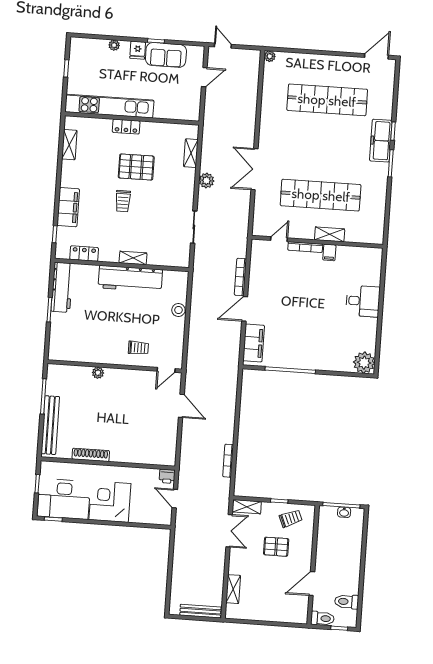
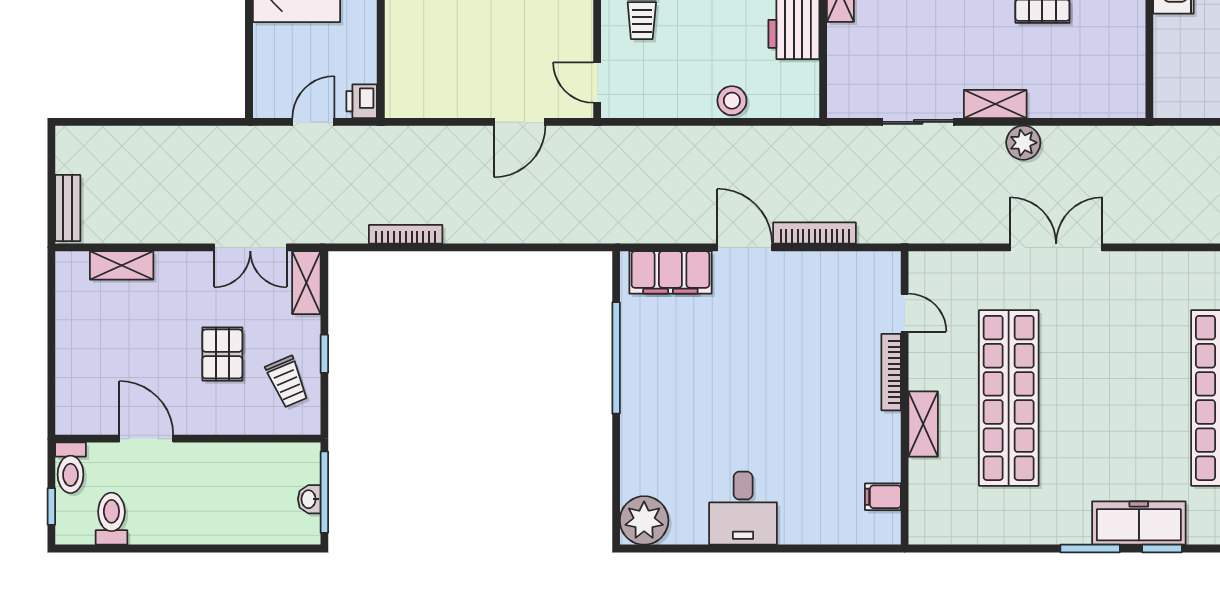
shelving: (191, 153) -> (995, 104), moved
filing cabinet: (329, 252) -> (883, 497), moved
desk: (363, 301) -> (743, 508), moved
bench: (200, 611) -> (68, 208), width x0.73

